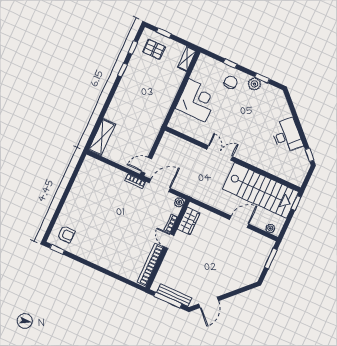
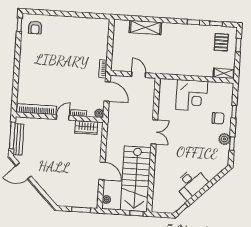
shelving: (102, 137) -> (145, 27), moved
door: (146, 165) -> (139, 75), moved

